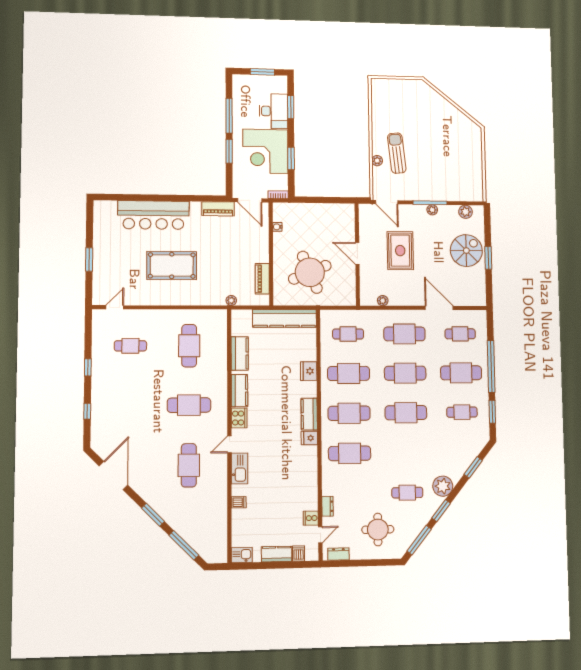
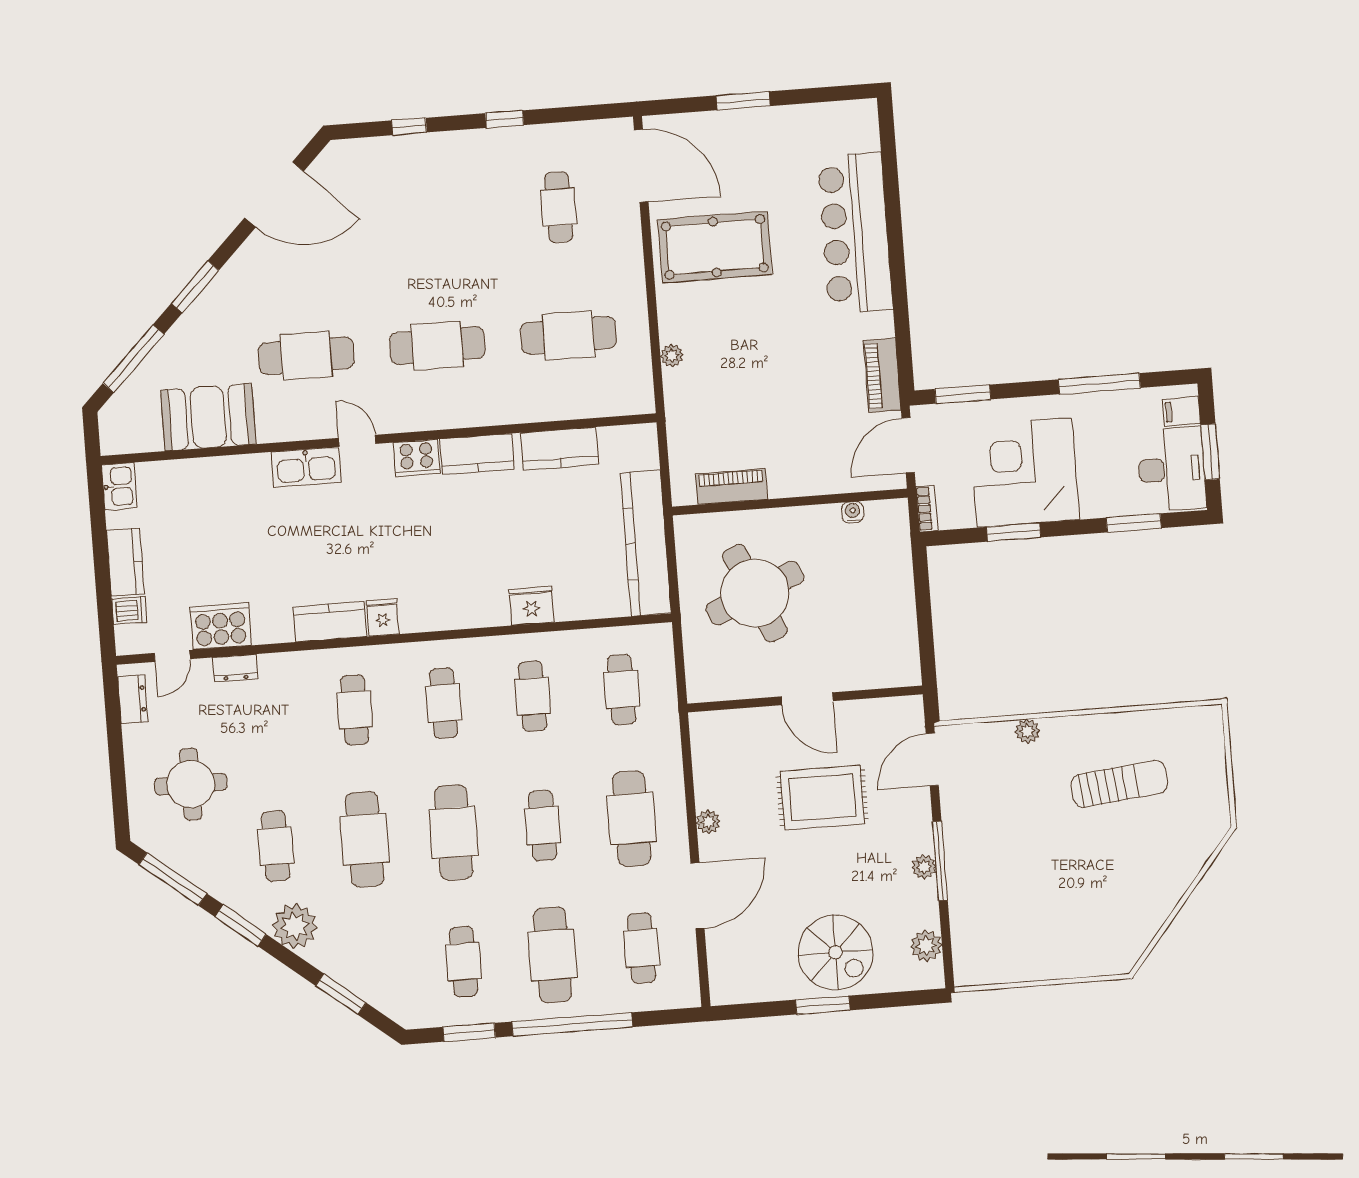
filing cabinet: (244, 82) -> (1181, 411), added
desk: (274, 111) -> (1172, 469), moved, turned -90
window: (229, 151) -> (963, 394), moved
sun lounger: (397, 153) -> (1119, 784), moved
door: (357, 254) -> (807, 699), swing flipped
pool table: (172, 265) -> (715, 247), moved, turned 90
plant: (231, 300) -> (672, 355), moved
plant: (383, 301) -> (708, 822), moved
door: (115, 307) -> (641, 166), width x1.87
cafe table: (349, 373) -> (533, 696), width x0.73, depth x0.74
cafe table: (405, 373) -> (543, 826), width x0.73, depth x0.74
cafe table: (189, 405) -> (437, 345), turned 90
cafe table: (349, 413) -> (444, 703), width x0.73, depth x0.74
kitchen counter: (309, 414) -> (330, 622), moved
cafe table: (350, 453) -> (355, 710), width x0.73, depth x0.74
cafe table: (407, 453) -> (365, 839), added
dishwasher: (239, 502) -> (233, 471), removed
booth: (213, 512) -> (208, 417), added
cooker: (311, 518) -> (220, 626), width x1.87, depth x1.31
door: (320, 535) -> (172, 656), hinge flipped

